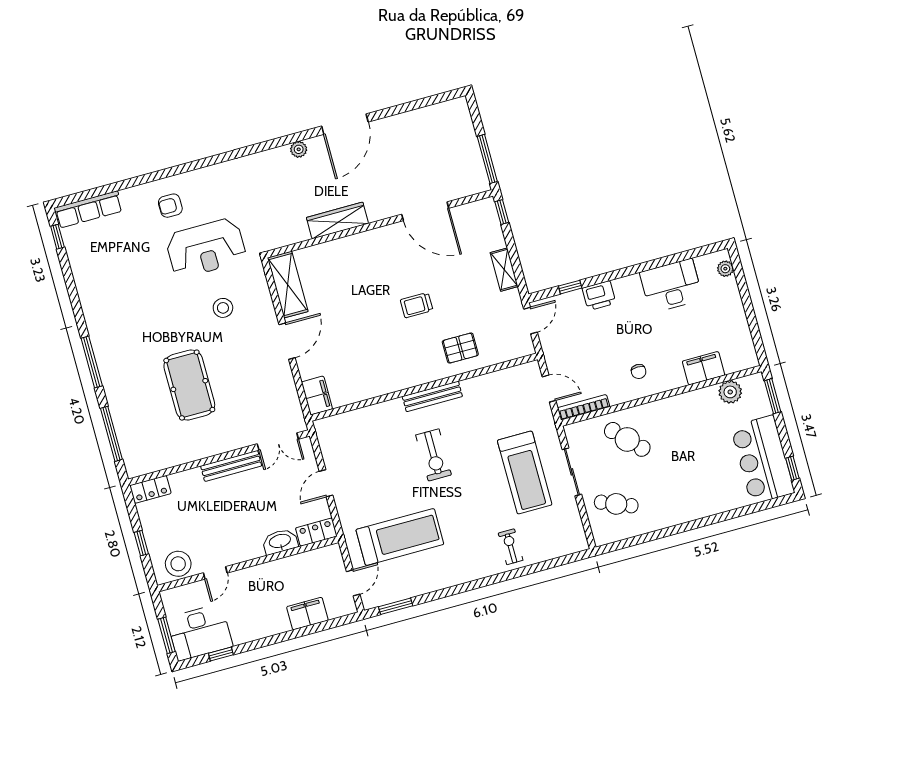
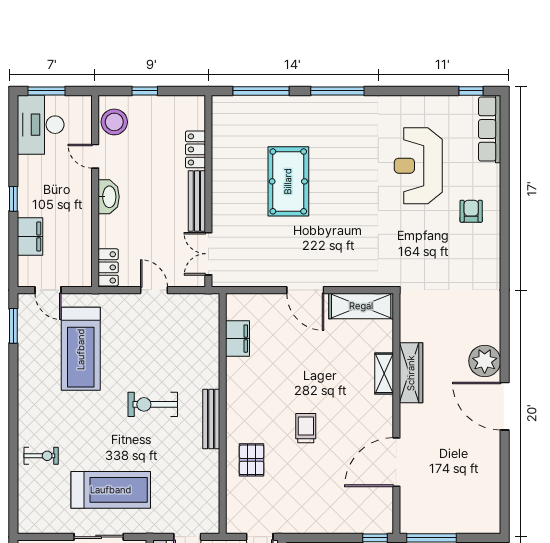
plant: (299, 149) -> (485, 361), width x1.87, depth x1.87
reception desk: (206, 248) -> (418, 166), moved
shelving: (504, 270) -> (384, 373), moved, turned 90
stool: (223, 308) -> (356, 236), removed
pool table: (189, 385) -> (288, 181), turned 90
filing cabinet: (317, 395) -> (237, 339), moved, turned -90
treadmill: (525, 473) -> (111, 490), turned 180
locker: (150, 489) -> (195, 149), moved
washbasin: (280, 542) -> (109, 197), moved
window: (221, 654) -> (13, 199), moved

